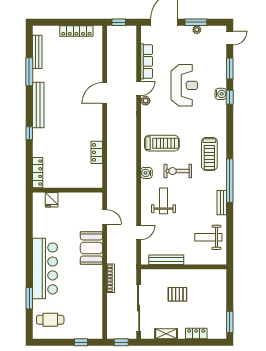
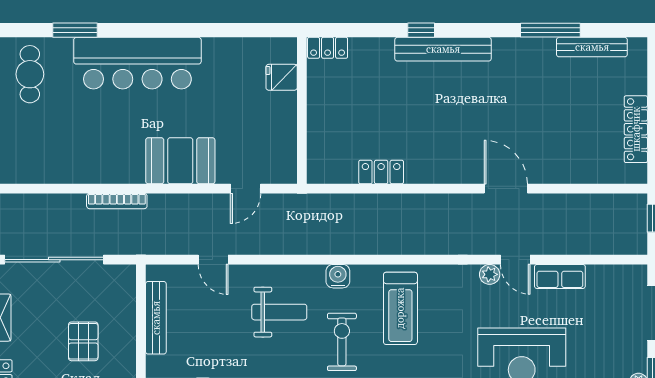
row of seats: (147, 61) -> (560, 276), width x0.68
bench: (38, 105) -> (443, 49), moved
locker: (38, 173) -> (328, 48), width x0.66

